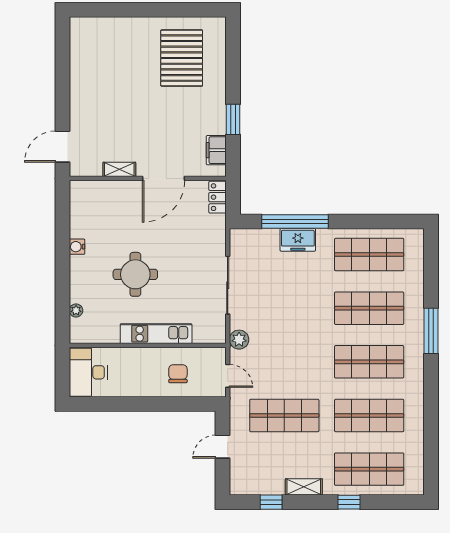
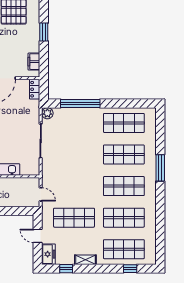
window: (233, 119) -> (44, 32), moved
freezer: (298, 240) -> (48, 254), moved, turned -90
plant: (239, 340) -> (47, 113), moved
chair: (178, 374) -> (11, 193), removed
door: (223, 447) -> (38, 236), hinge flipped
window: (349, 502) -> (130, 269), moved

